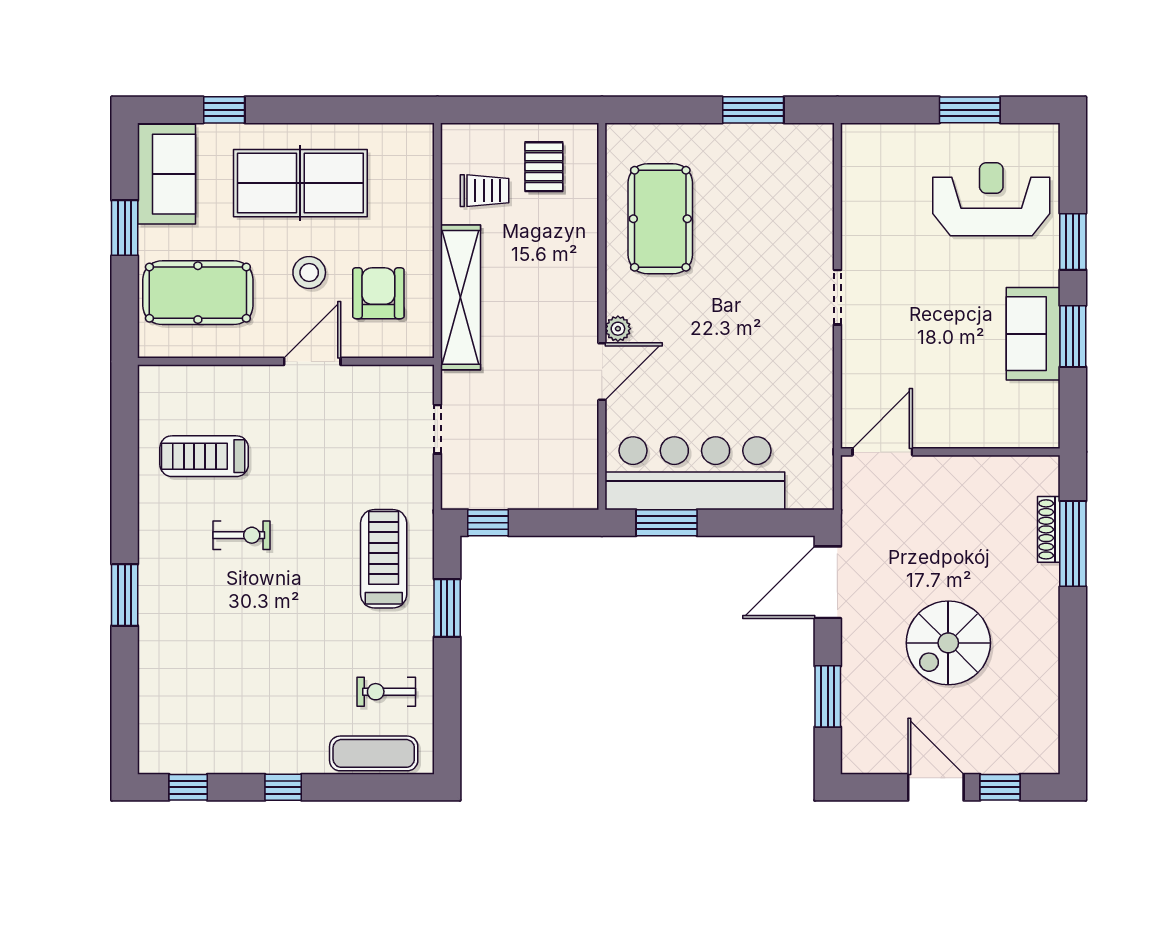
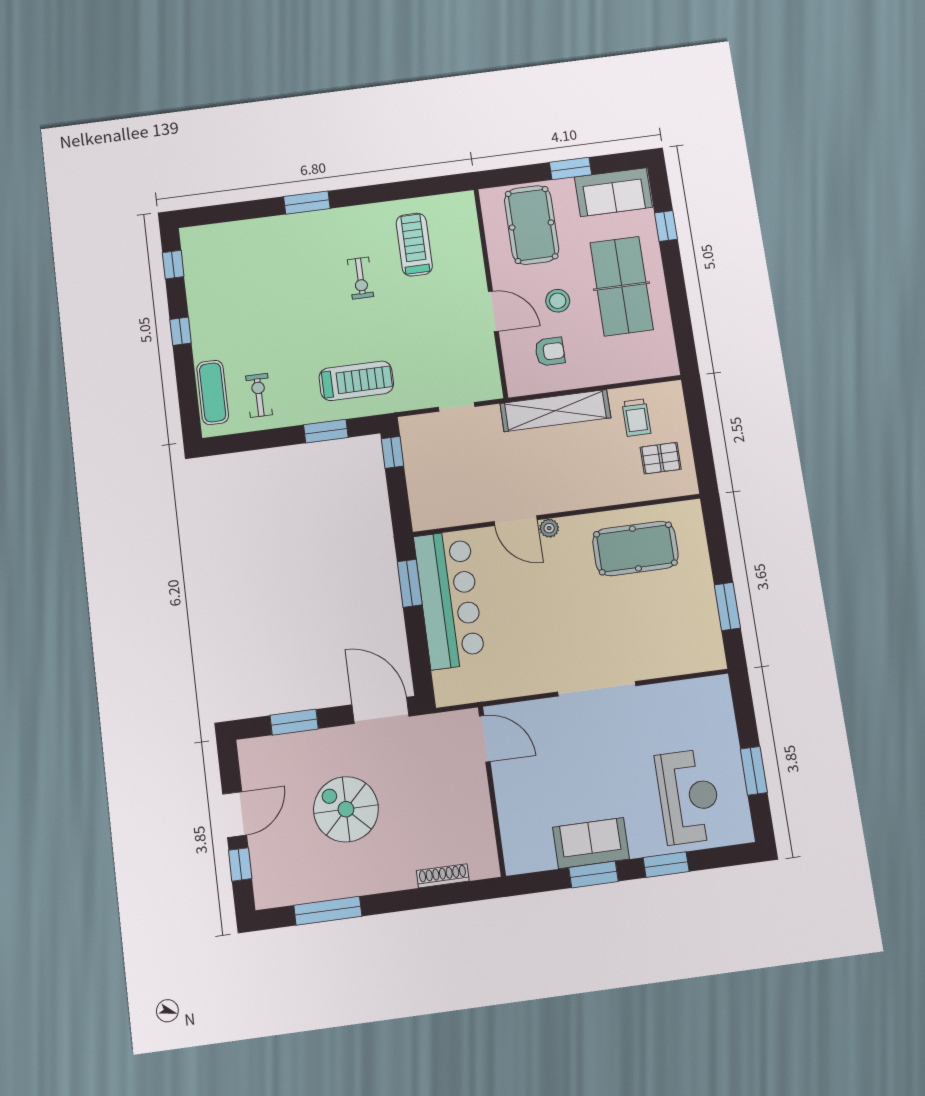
armchair: (378, 293) -> (550, 352), width x0.72, depth x0.72
doorway: (837, 297) -> (597, 689), width x1.87
window: (1073, 544) -> (328, 911), moved

